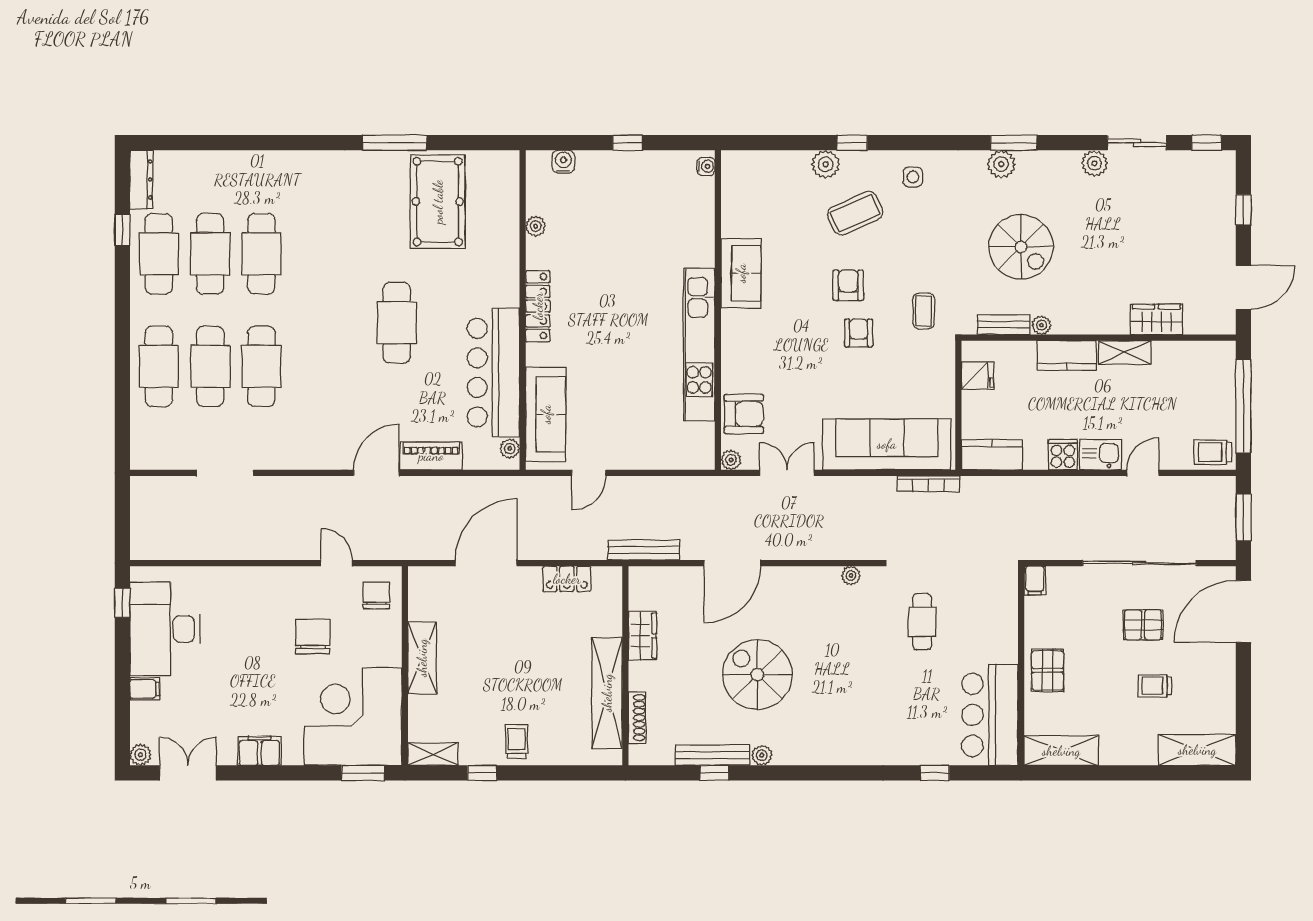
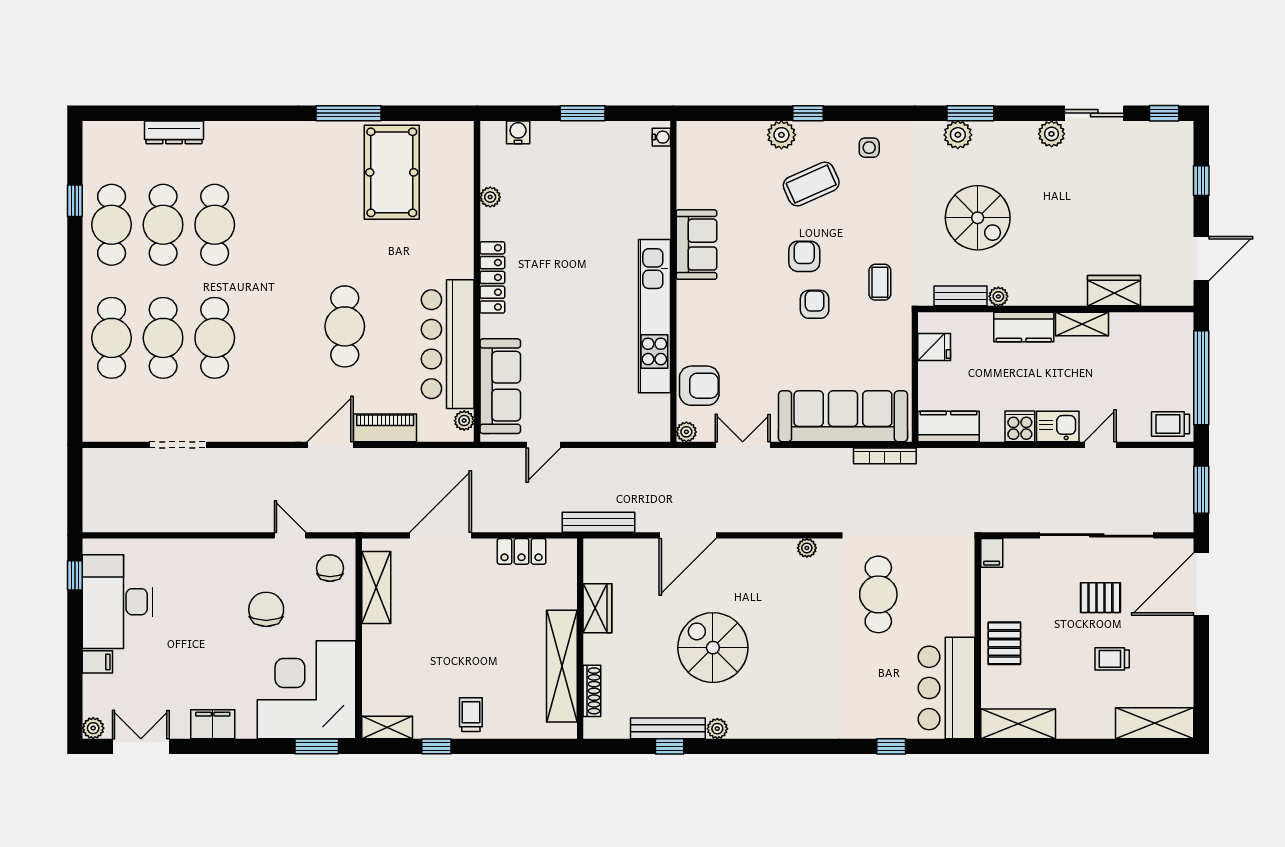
window: (628, 143) -> (583, 113), width x1.50
dresser: (141, 179) -> (174, 132), moved, turned 90
cafe table: (397, 323) -> (345, 326), moved
cafe table: (922, 622) -> (878, 594), width x1.37, depth x1.35
shelving: (422, 658) -> (376, 588), moved

